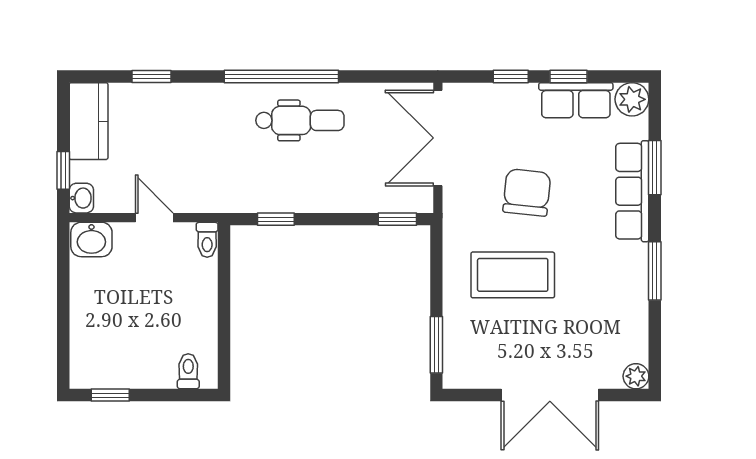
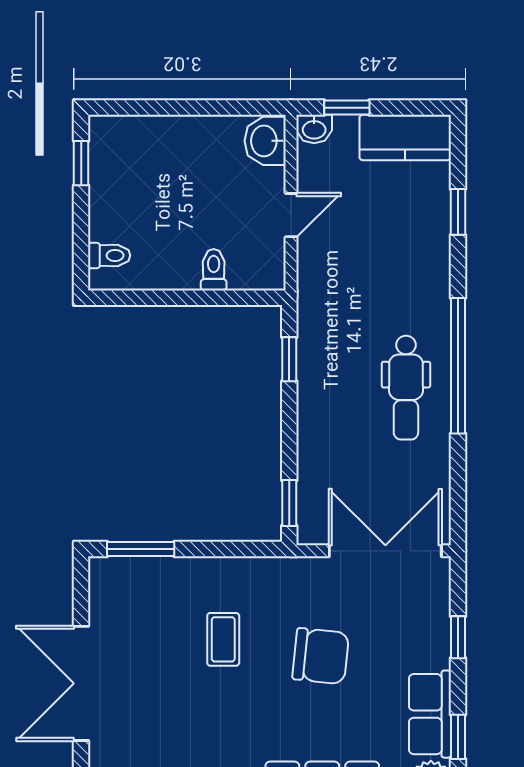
window: (569, 77) -> (458, 737), moved
toilet: (207, 240) -> (214, 270), moved, turned 90
coffee table: (513, 275) -> (223, 639), width x0.54, depth x0.58

